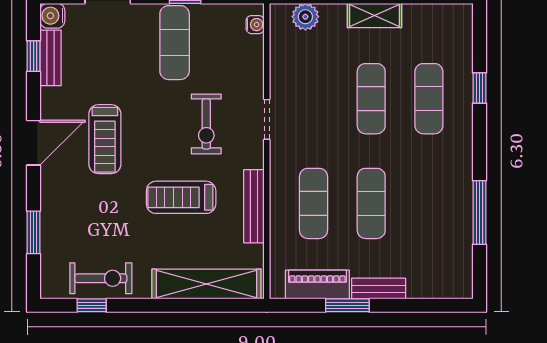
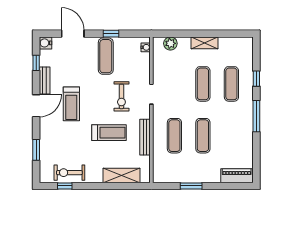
bench: (51, 58) -> (45, 80), moved
treadmill: (181, 197) -> (109, 133), turned 180
window: (479, 213) -> (256, 116), moved
exercise bike: (101, 278) -> (69, 173), turned 180
shelving: (206, 284) -> (122, 175), width x0.68
piano: (317, 285) -> (237, 176), moved
bench: (379, 289) -> (207, 178), removed

